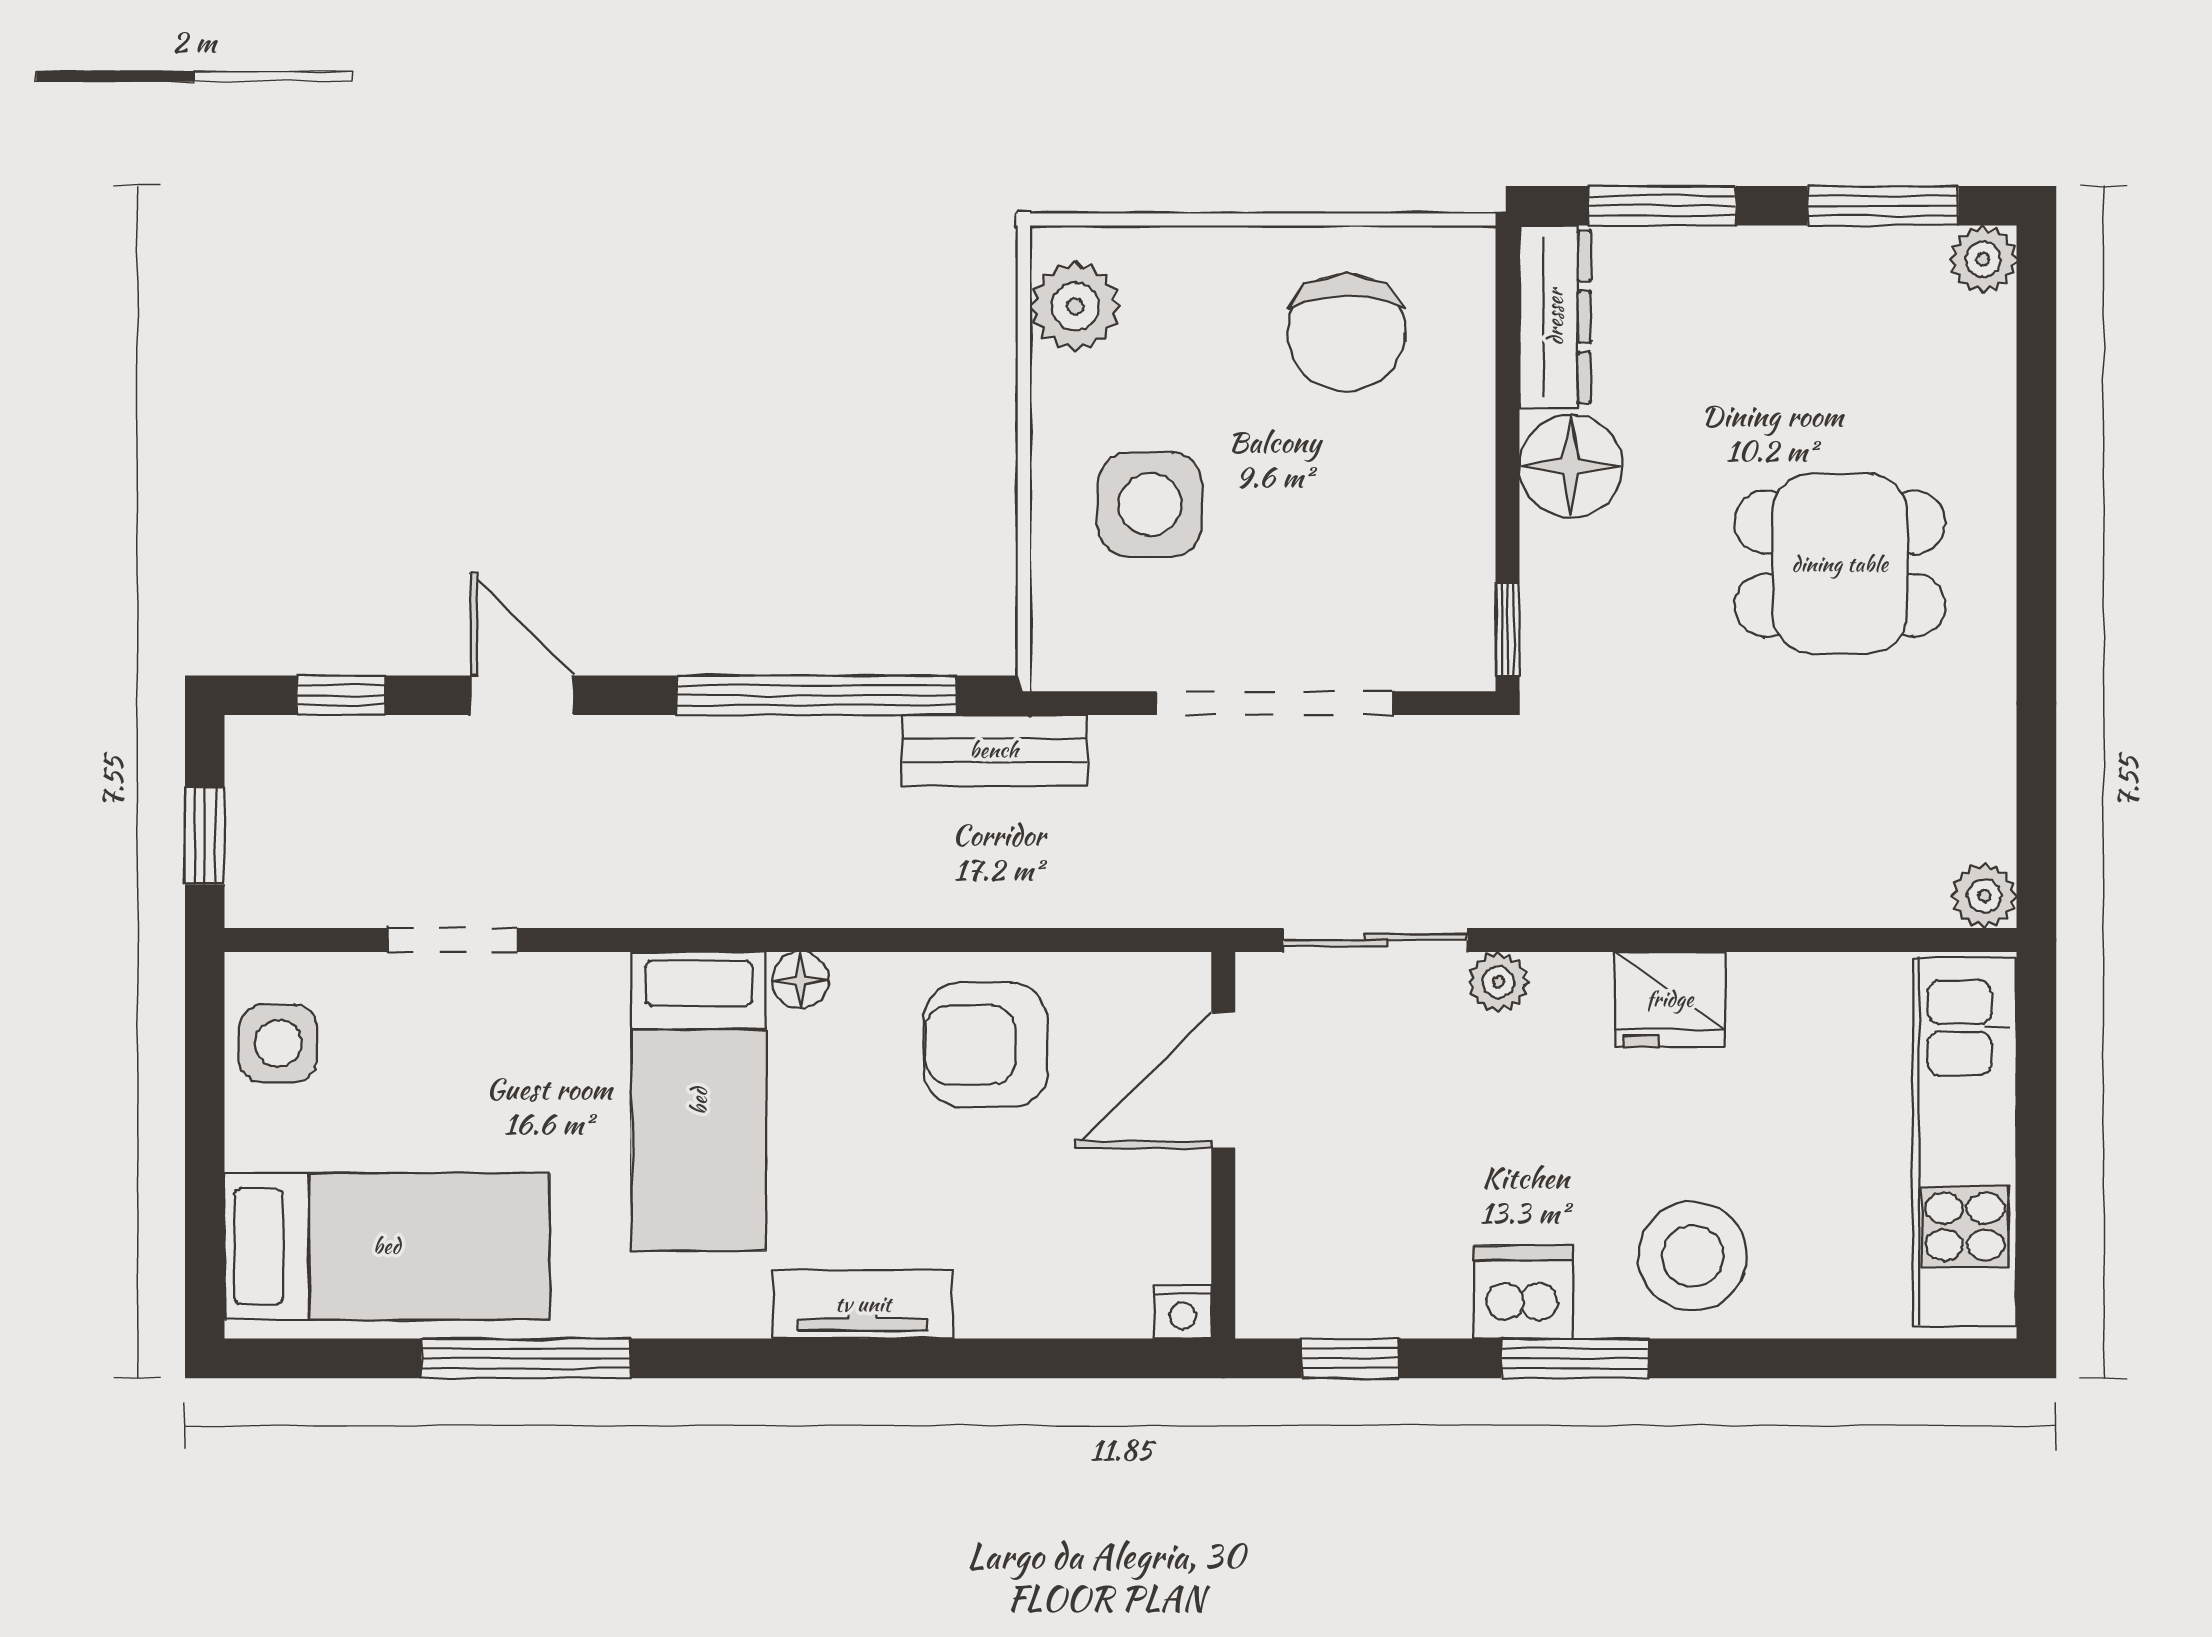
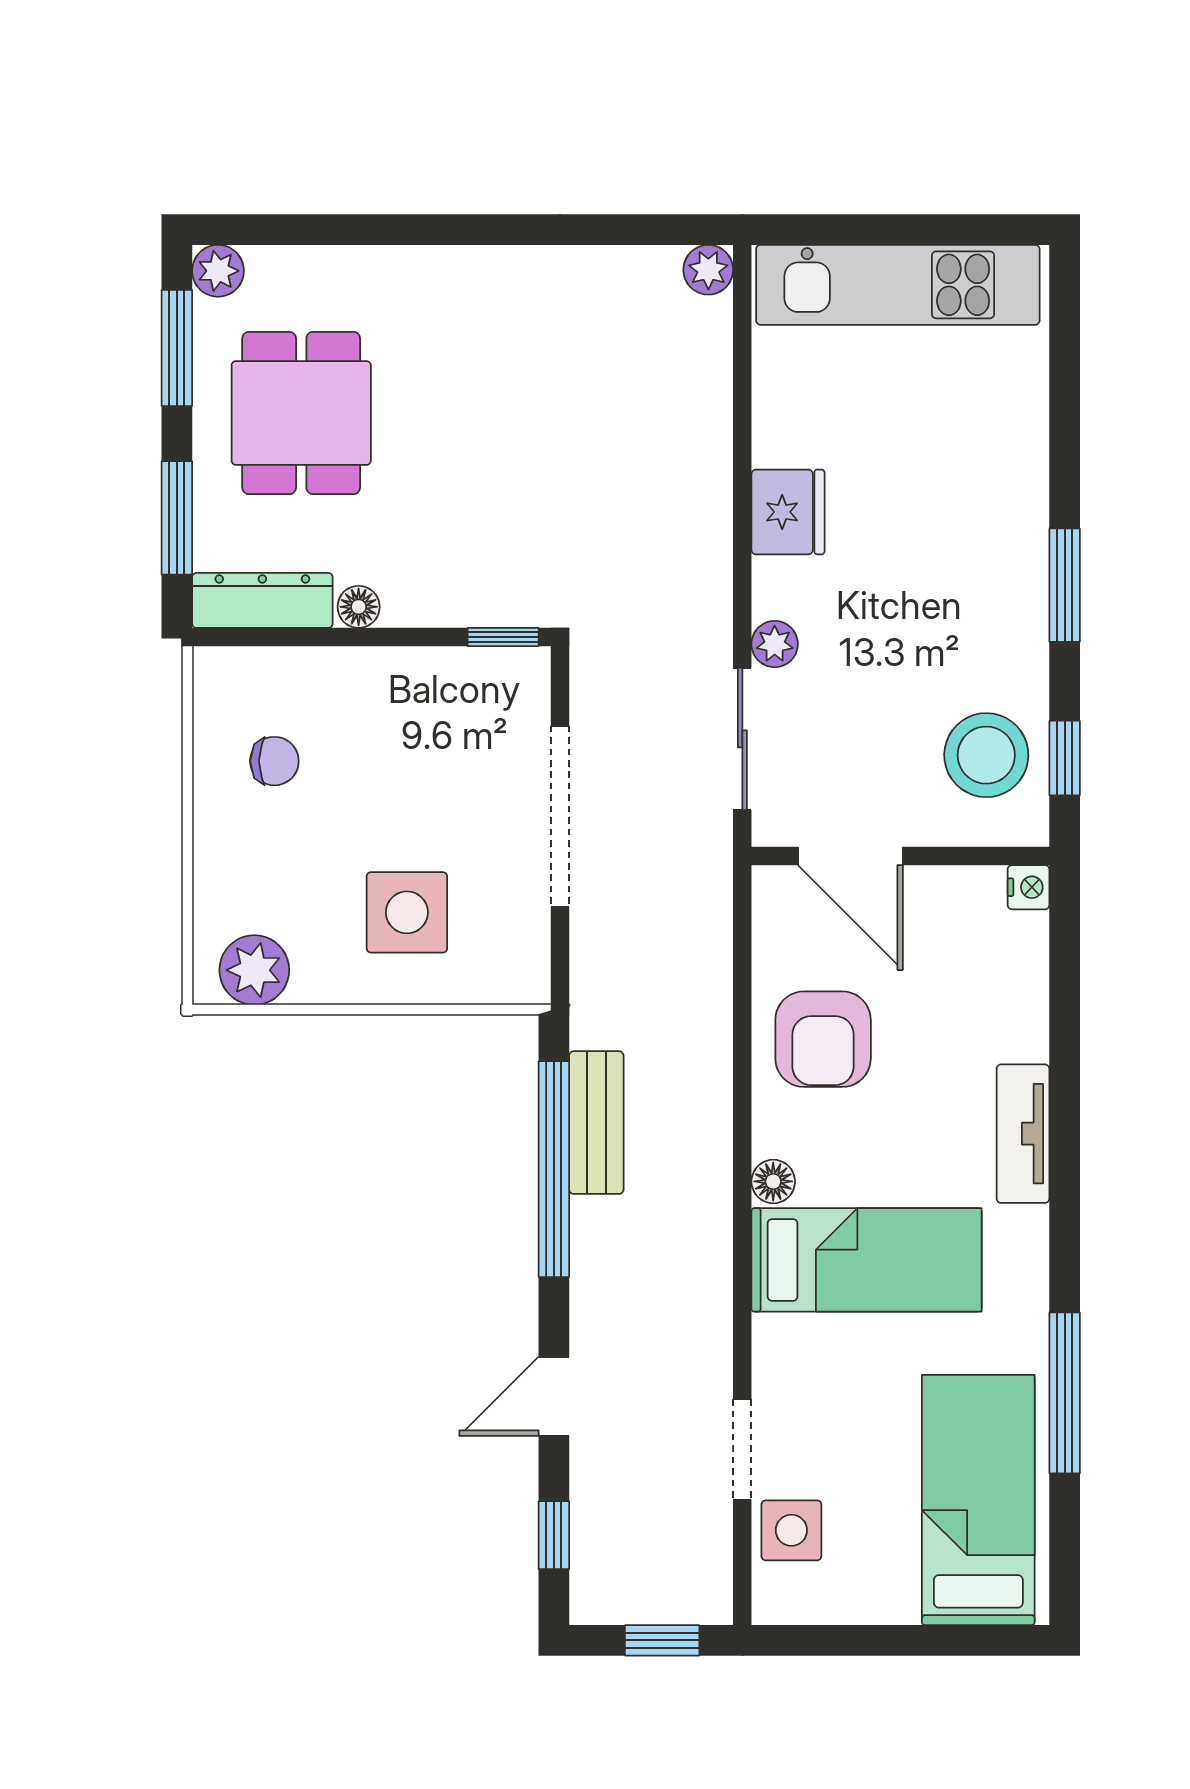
chair: (1346, 332) -> (274, 761), width x0.54, depth x0.54
floor lamp: (1571, 466) -> (359, 607), width x0.53, depth x0.53
dining table: (1840, 564) -> (301, 413), moved
bench: (994, 750) -> (596, 1123), moved
side table: (278, 1043) -> (791, 1530), moved
stool: (1693, 1256) -> (986, 755), moved
dishwasher: (1523, 1292) -> (1014, 625), removed

